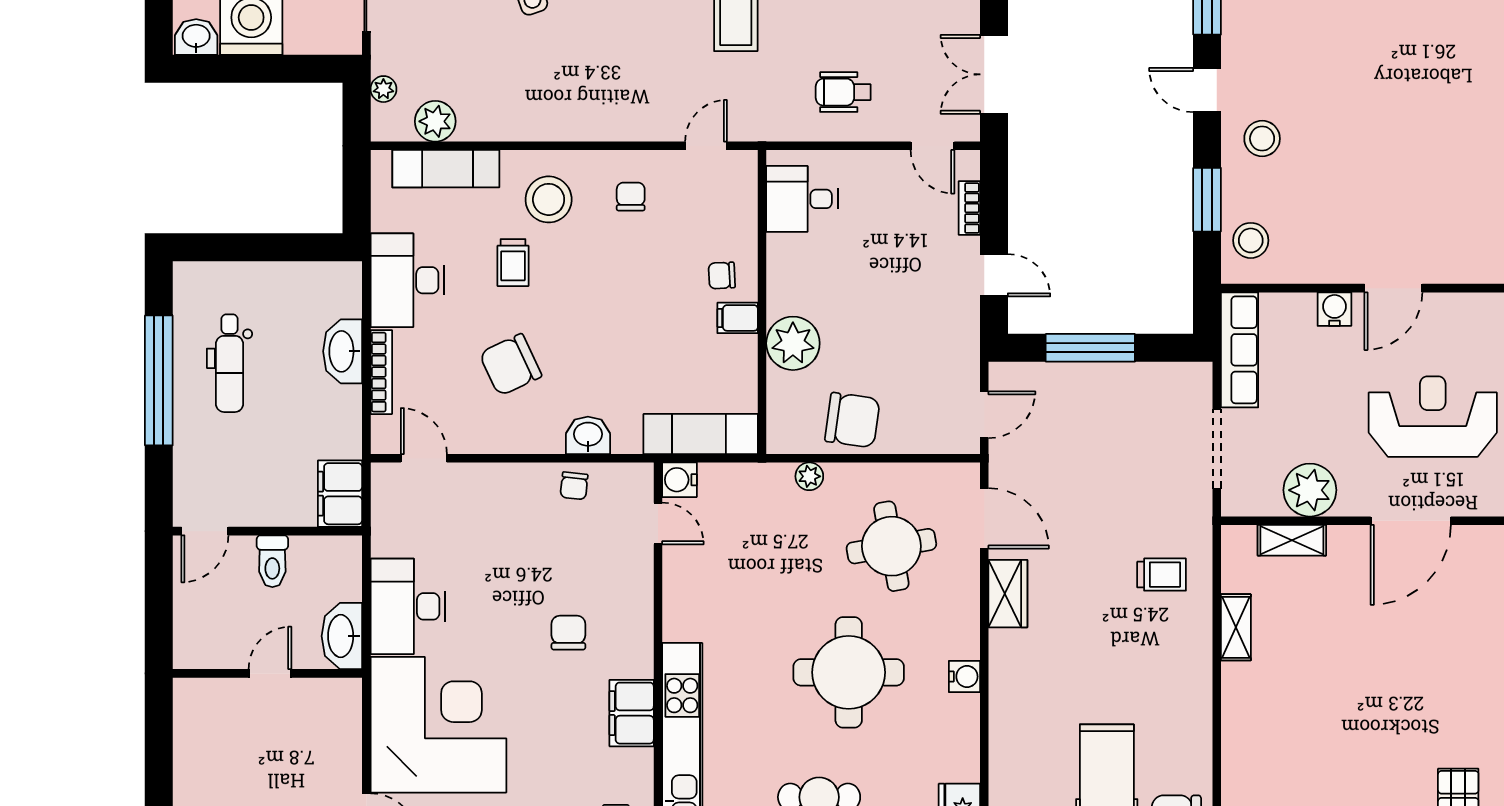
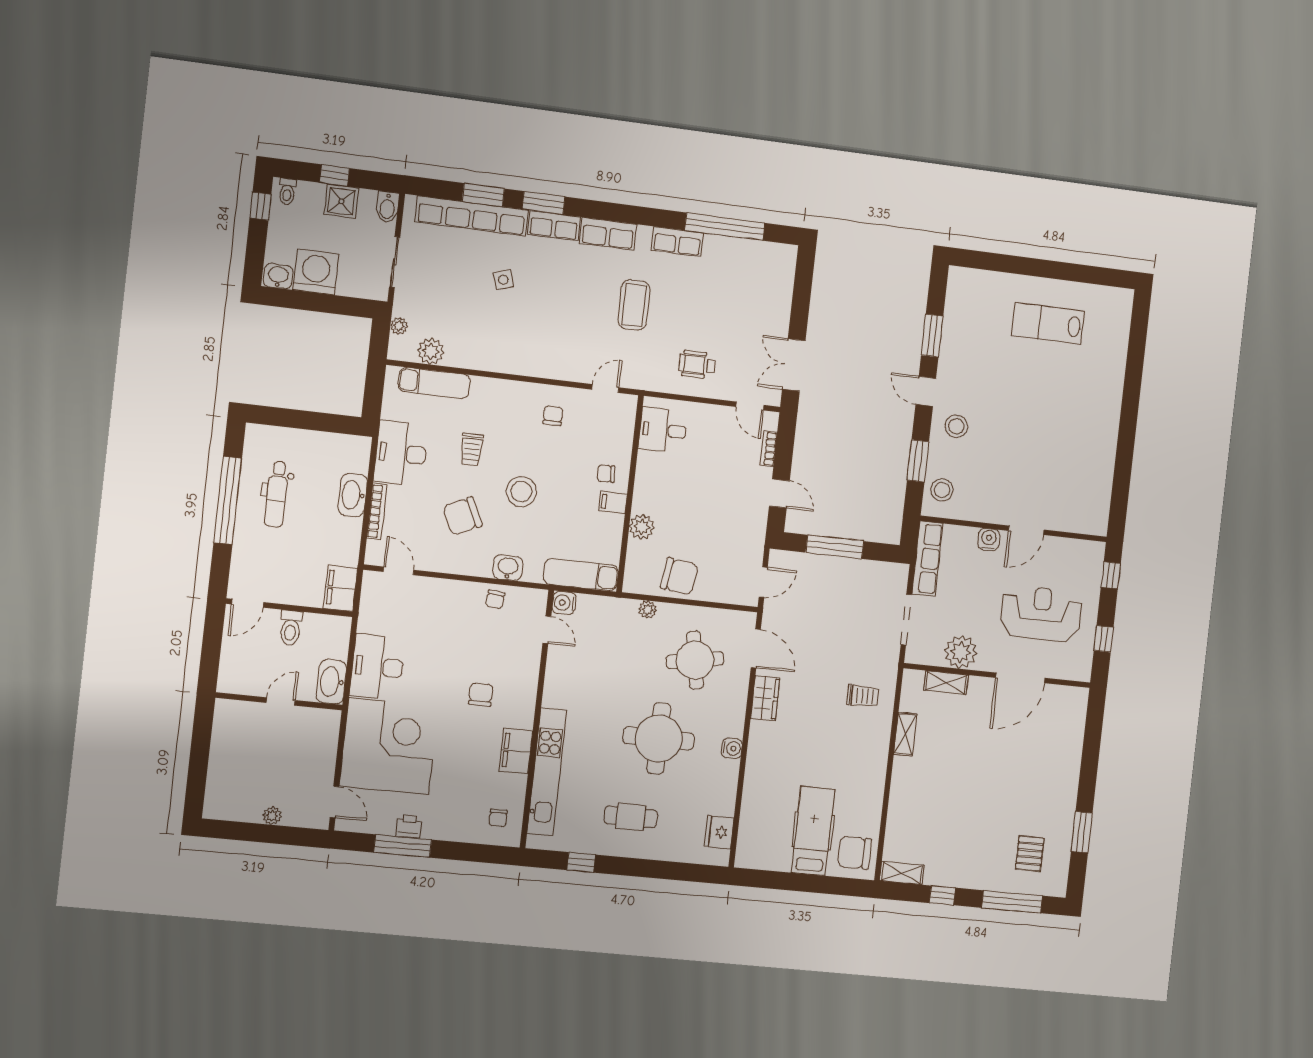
stool: (549, 199) -> (521, 492), moved
plant: (793, 343) -> (642, 527), width x0.73, depth x0.73

